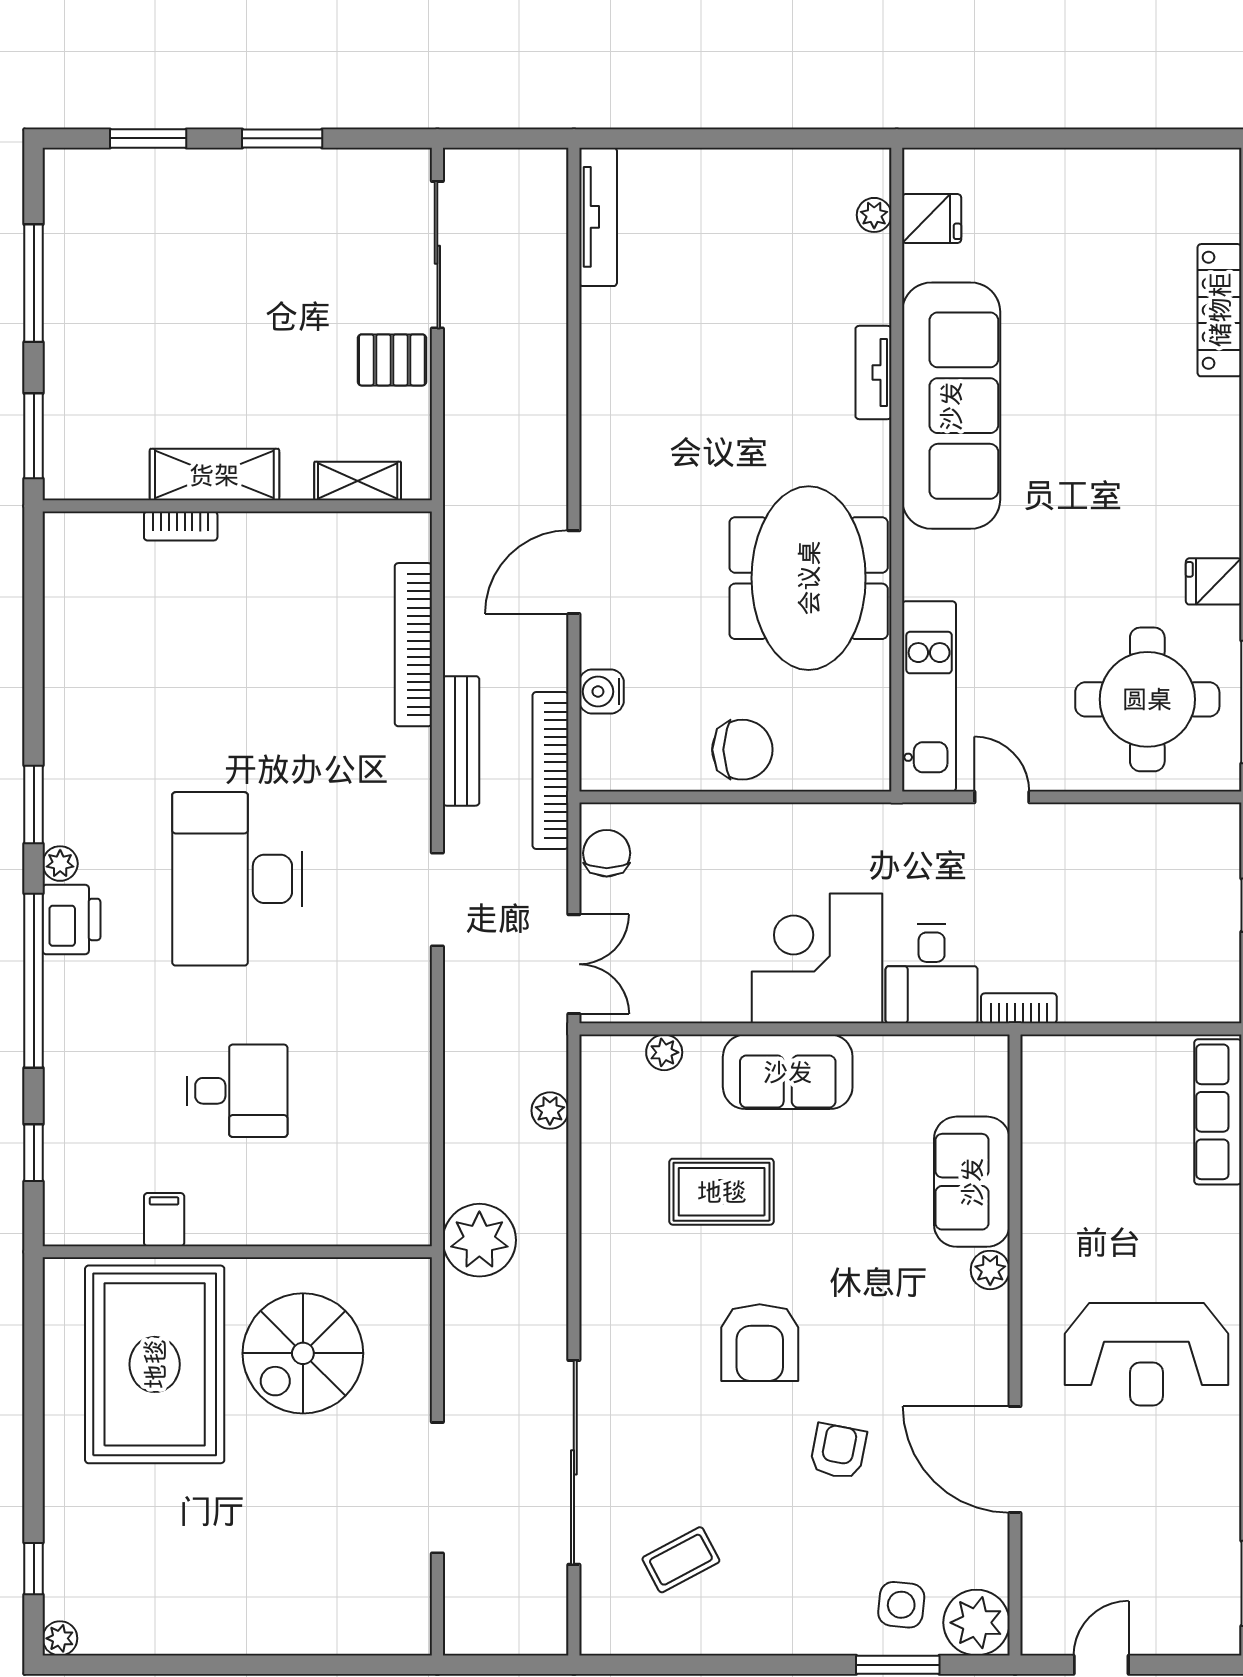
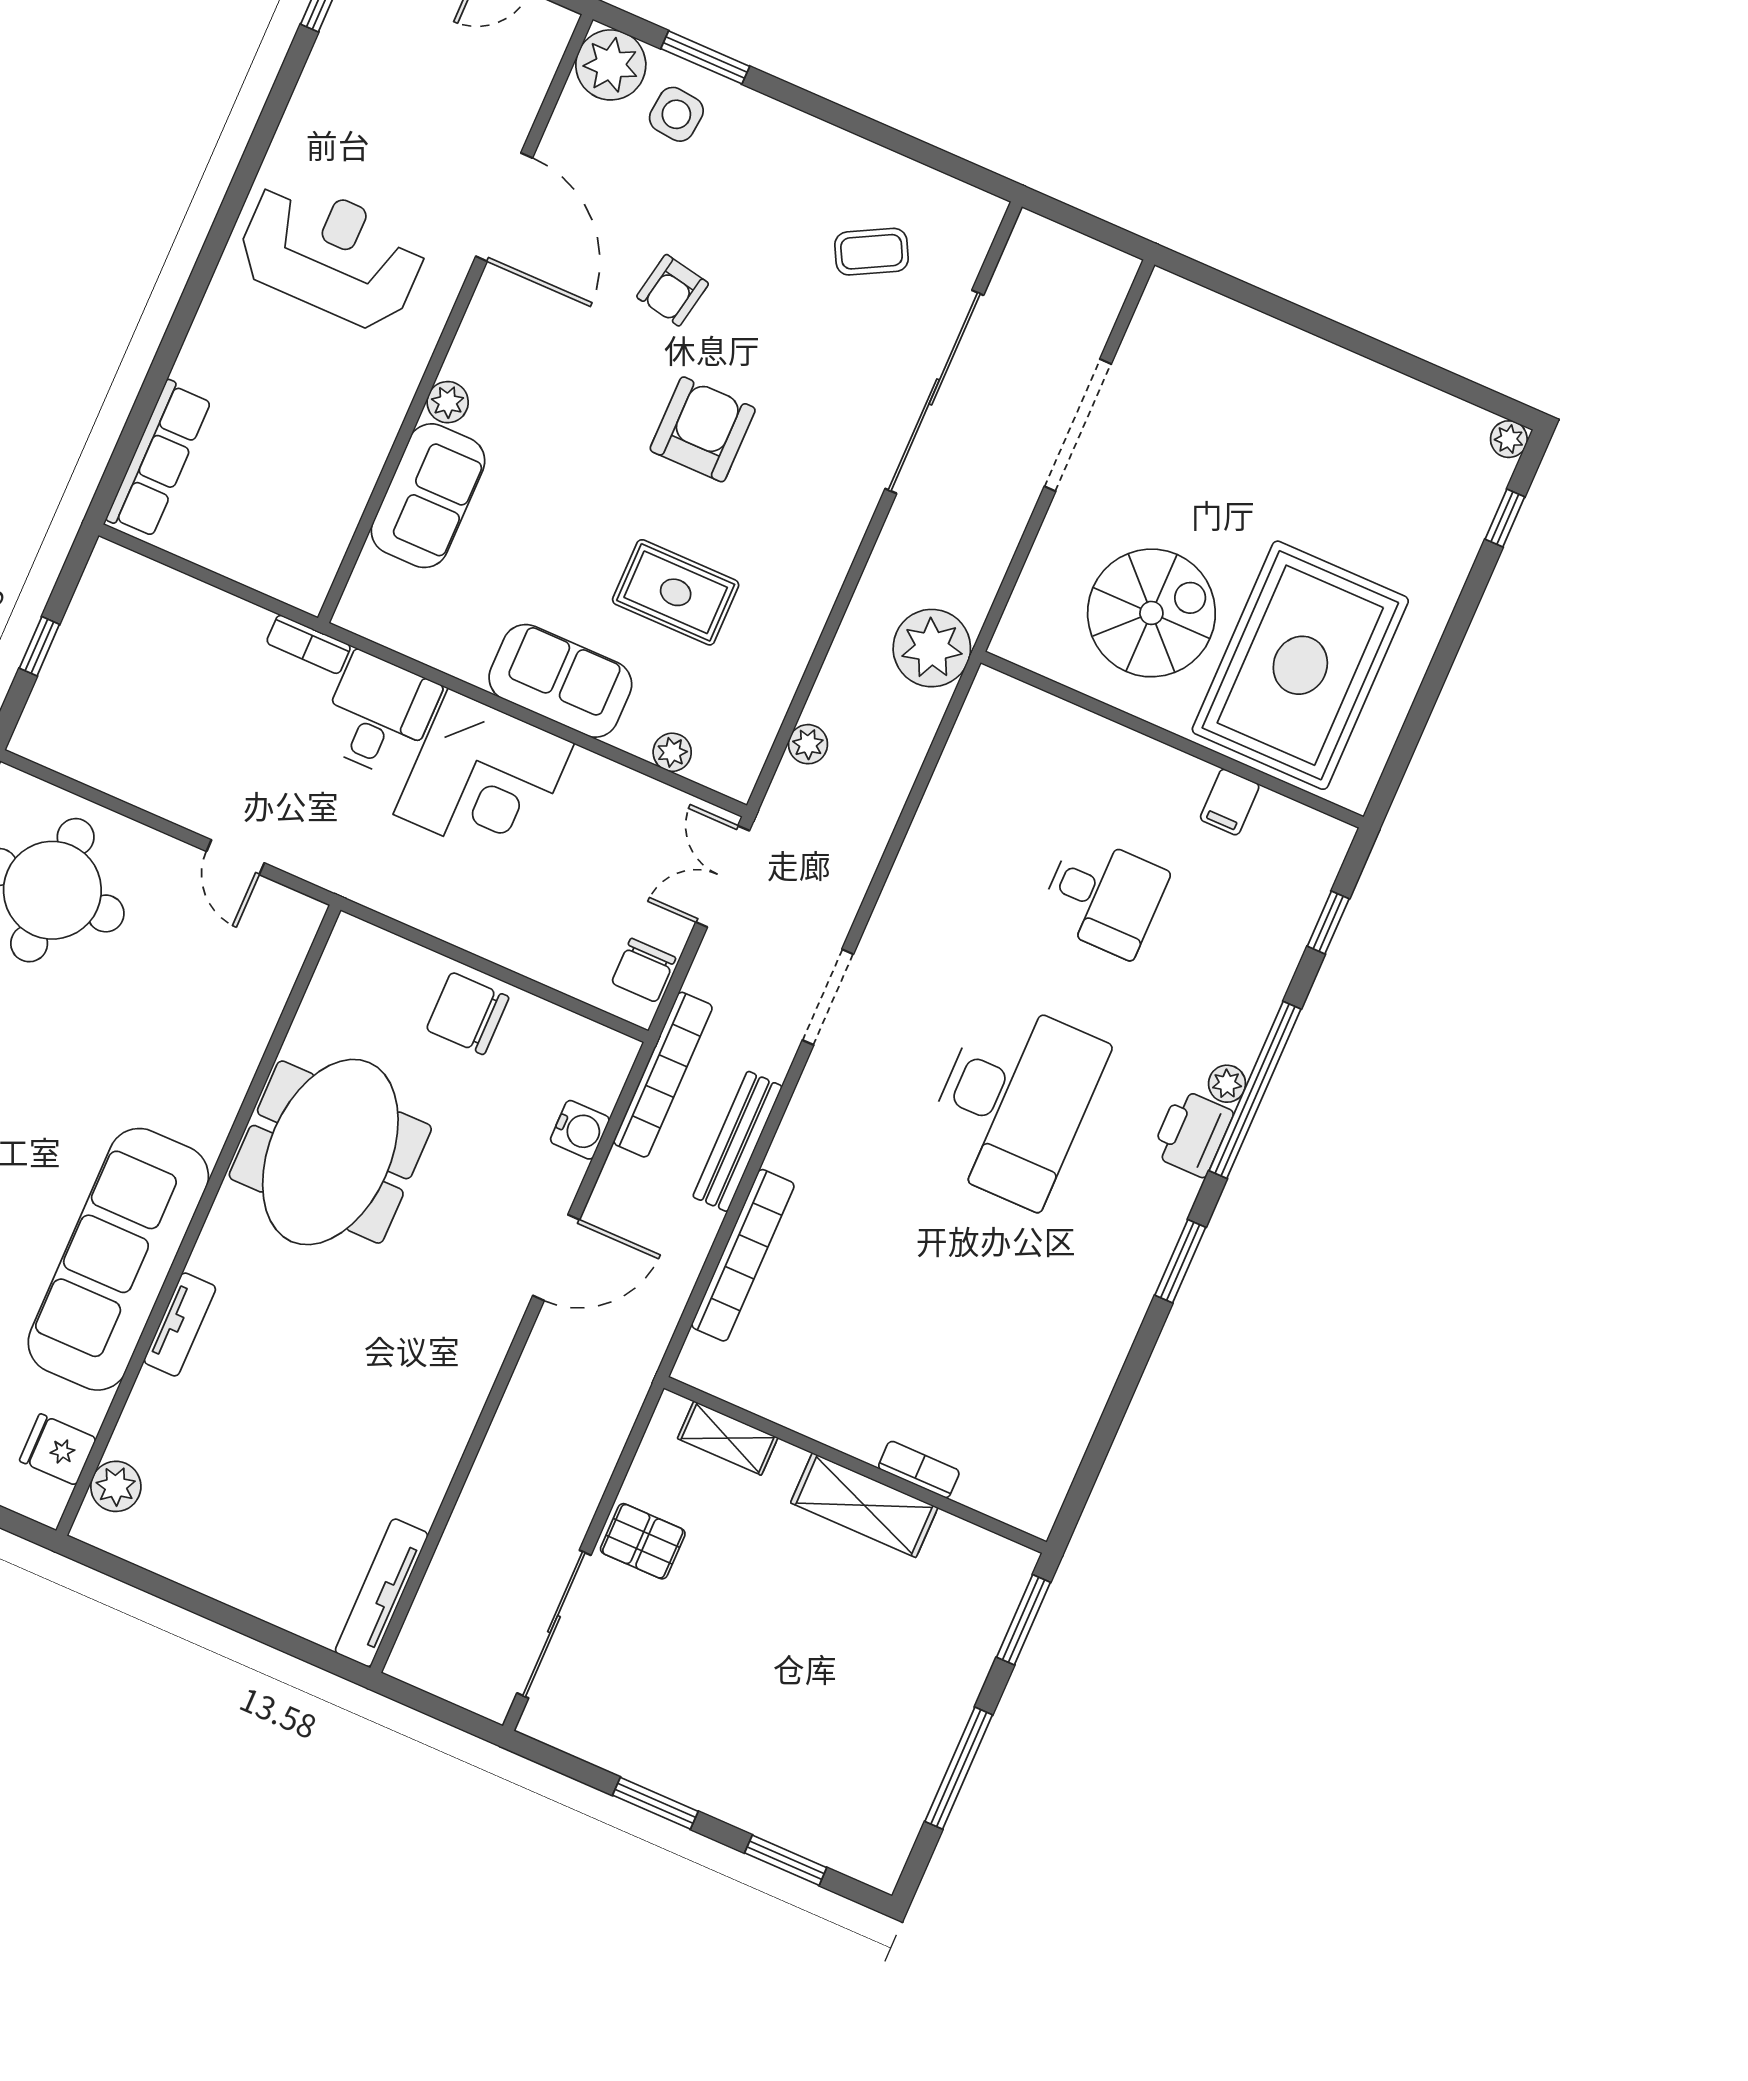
plant: (874, 215) -> (116, 1486), width x1.38, depth x1.38
kitchen unit: (929, 696) -> (263, 986), removed
plant: (60, 864) -> (1227, 1084), moved
desk: (237, 1091) -> (1104, 896), turned 180

